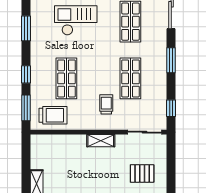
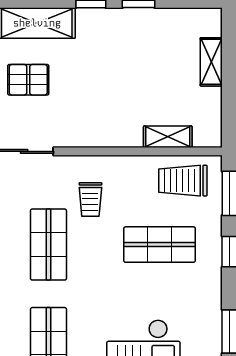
shop shelf: (66, 78) -> (160, 245), turned 90
shelving: (101, 141) -> (168, 137), moved

